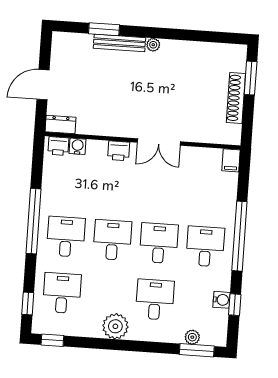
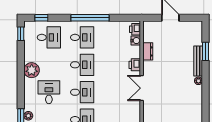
dresser: (60, 125) -> (148, 51), moved
desk: (155, 300) -> (49, 92), turned -90

